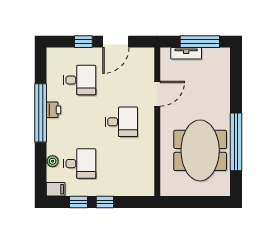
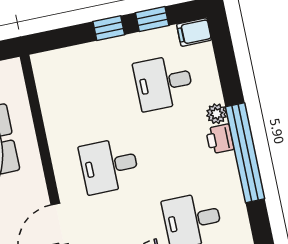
printer: (54, 110) -> (220, 139), moved
plant: (53, 161) -> (216, 114), moved

